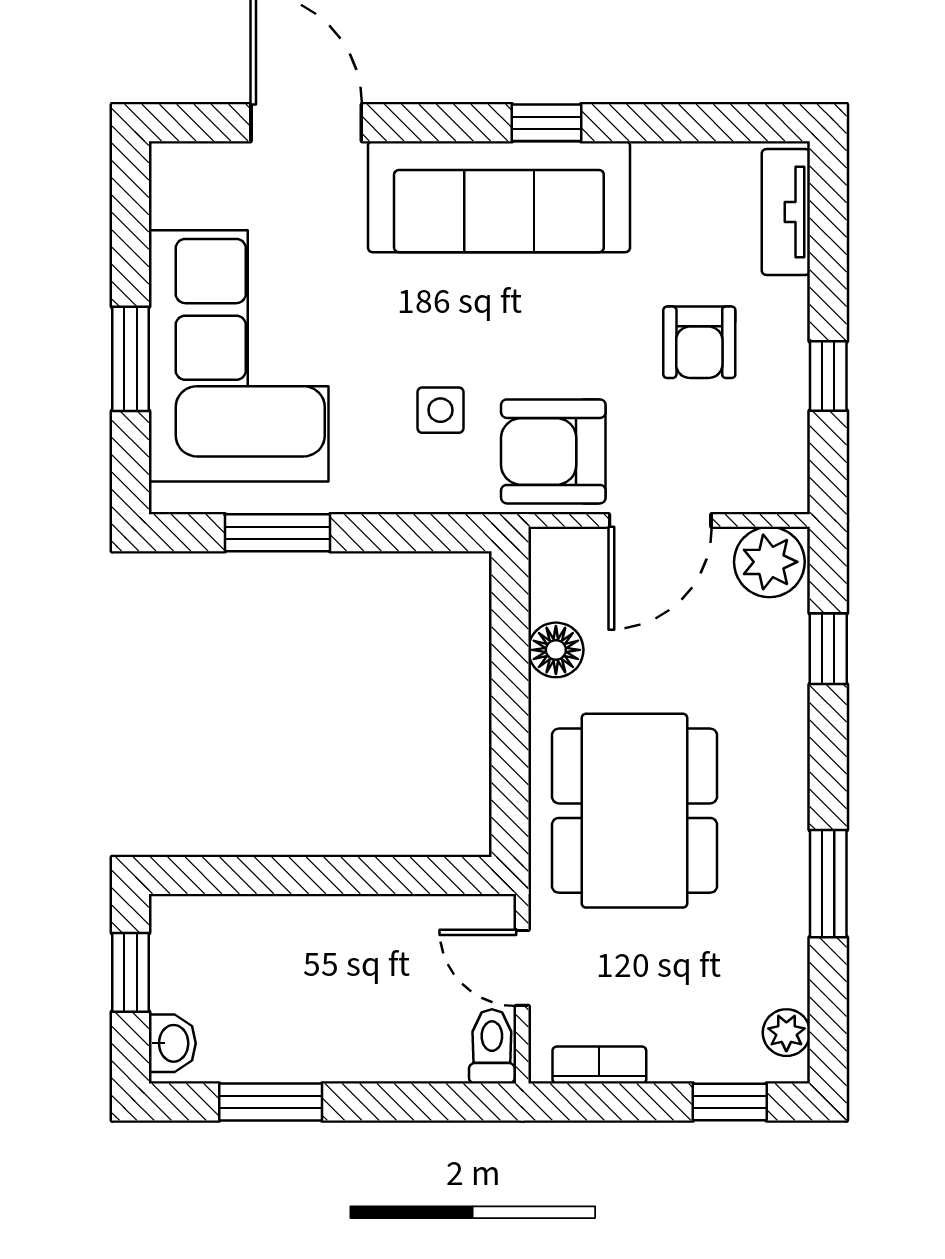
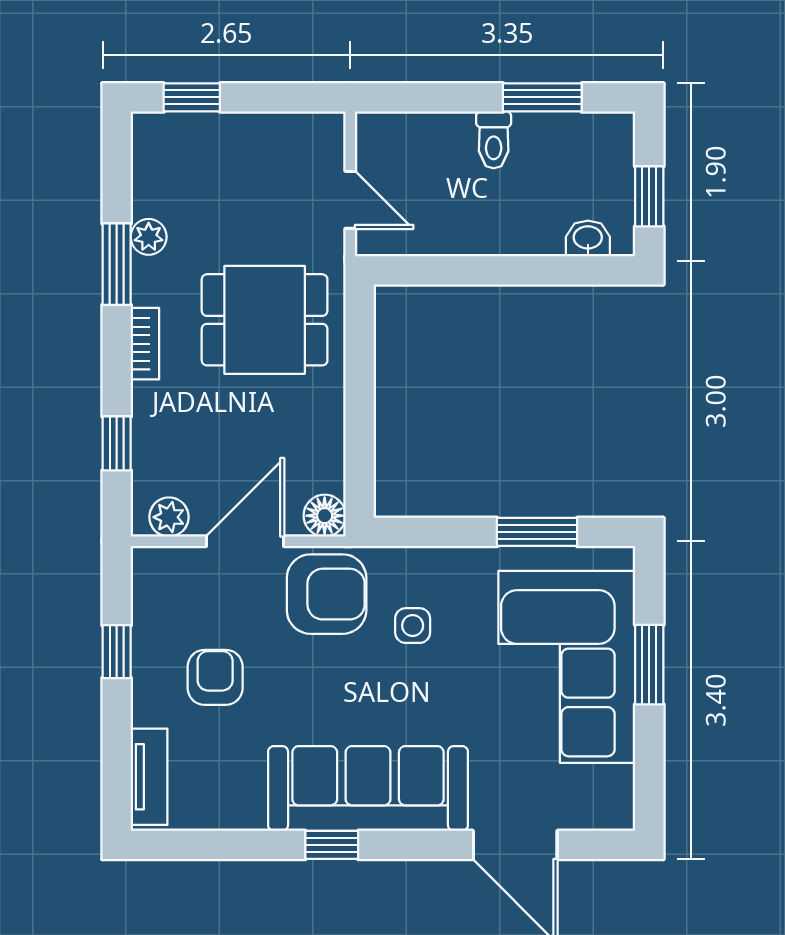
plant: (769, 562) -> (169, 517), width x0.73, depth x0.73
floor lamp: (556, 650) -> (325, 516), moved
dining table: (634, 811) -> (265, 320), width x0.73
plant: (786, 1033) -> (149, 237), moved
washbasin: (172, 1043) -> (588, 238), moved, turned 90
toilet: (492, 1046) -> (494, 140), moved
bookcase: (599, 1065) -> (145, 344), moved, turned -90

